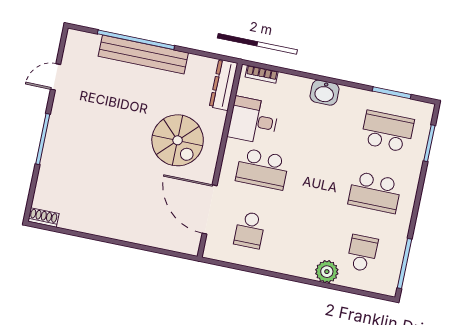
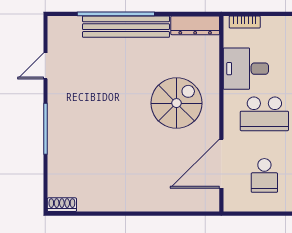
dresser: (223, 85) -> (195, 25), moved, turned -90
spiral stairs: (178, 140) -> (176, 103), turned -90
door: (210, 209) -> (221, 164), hinge flipped

